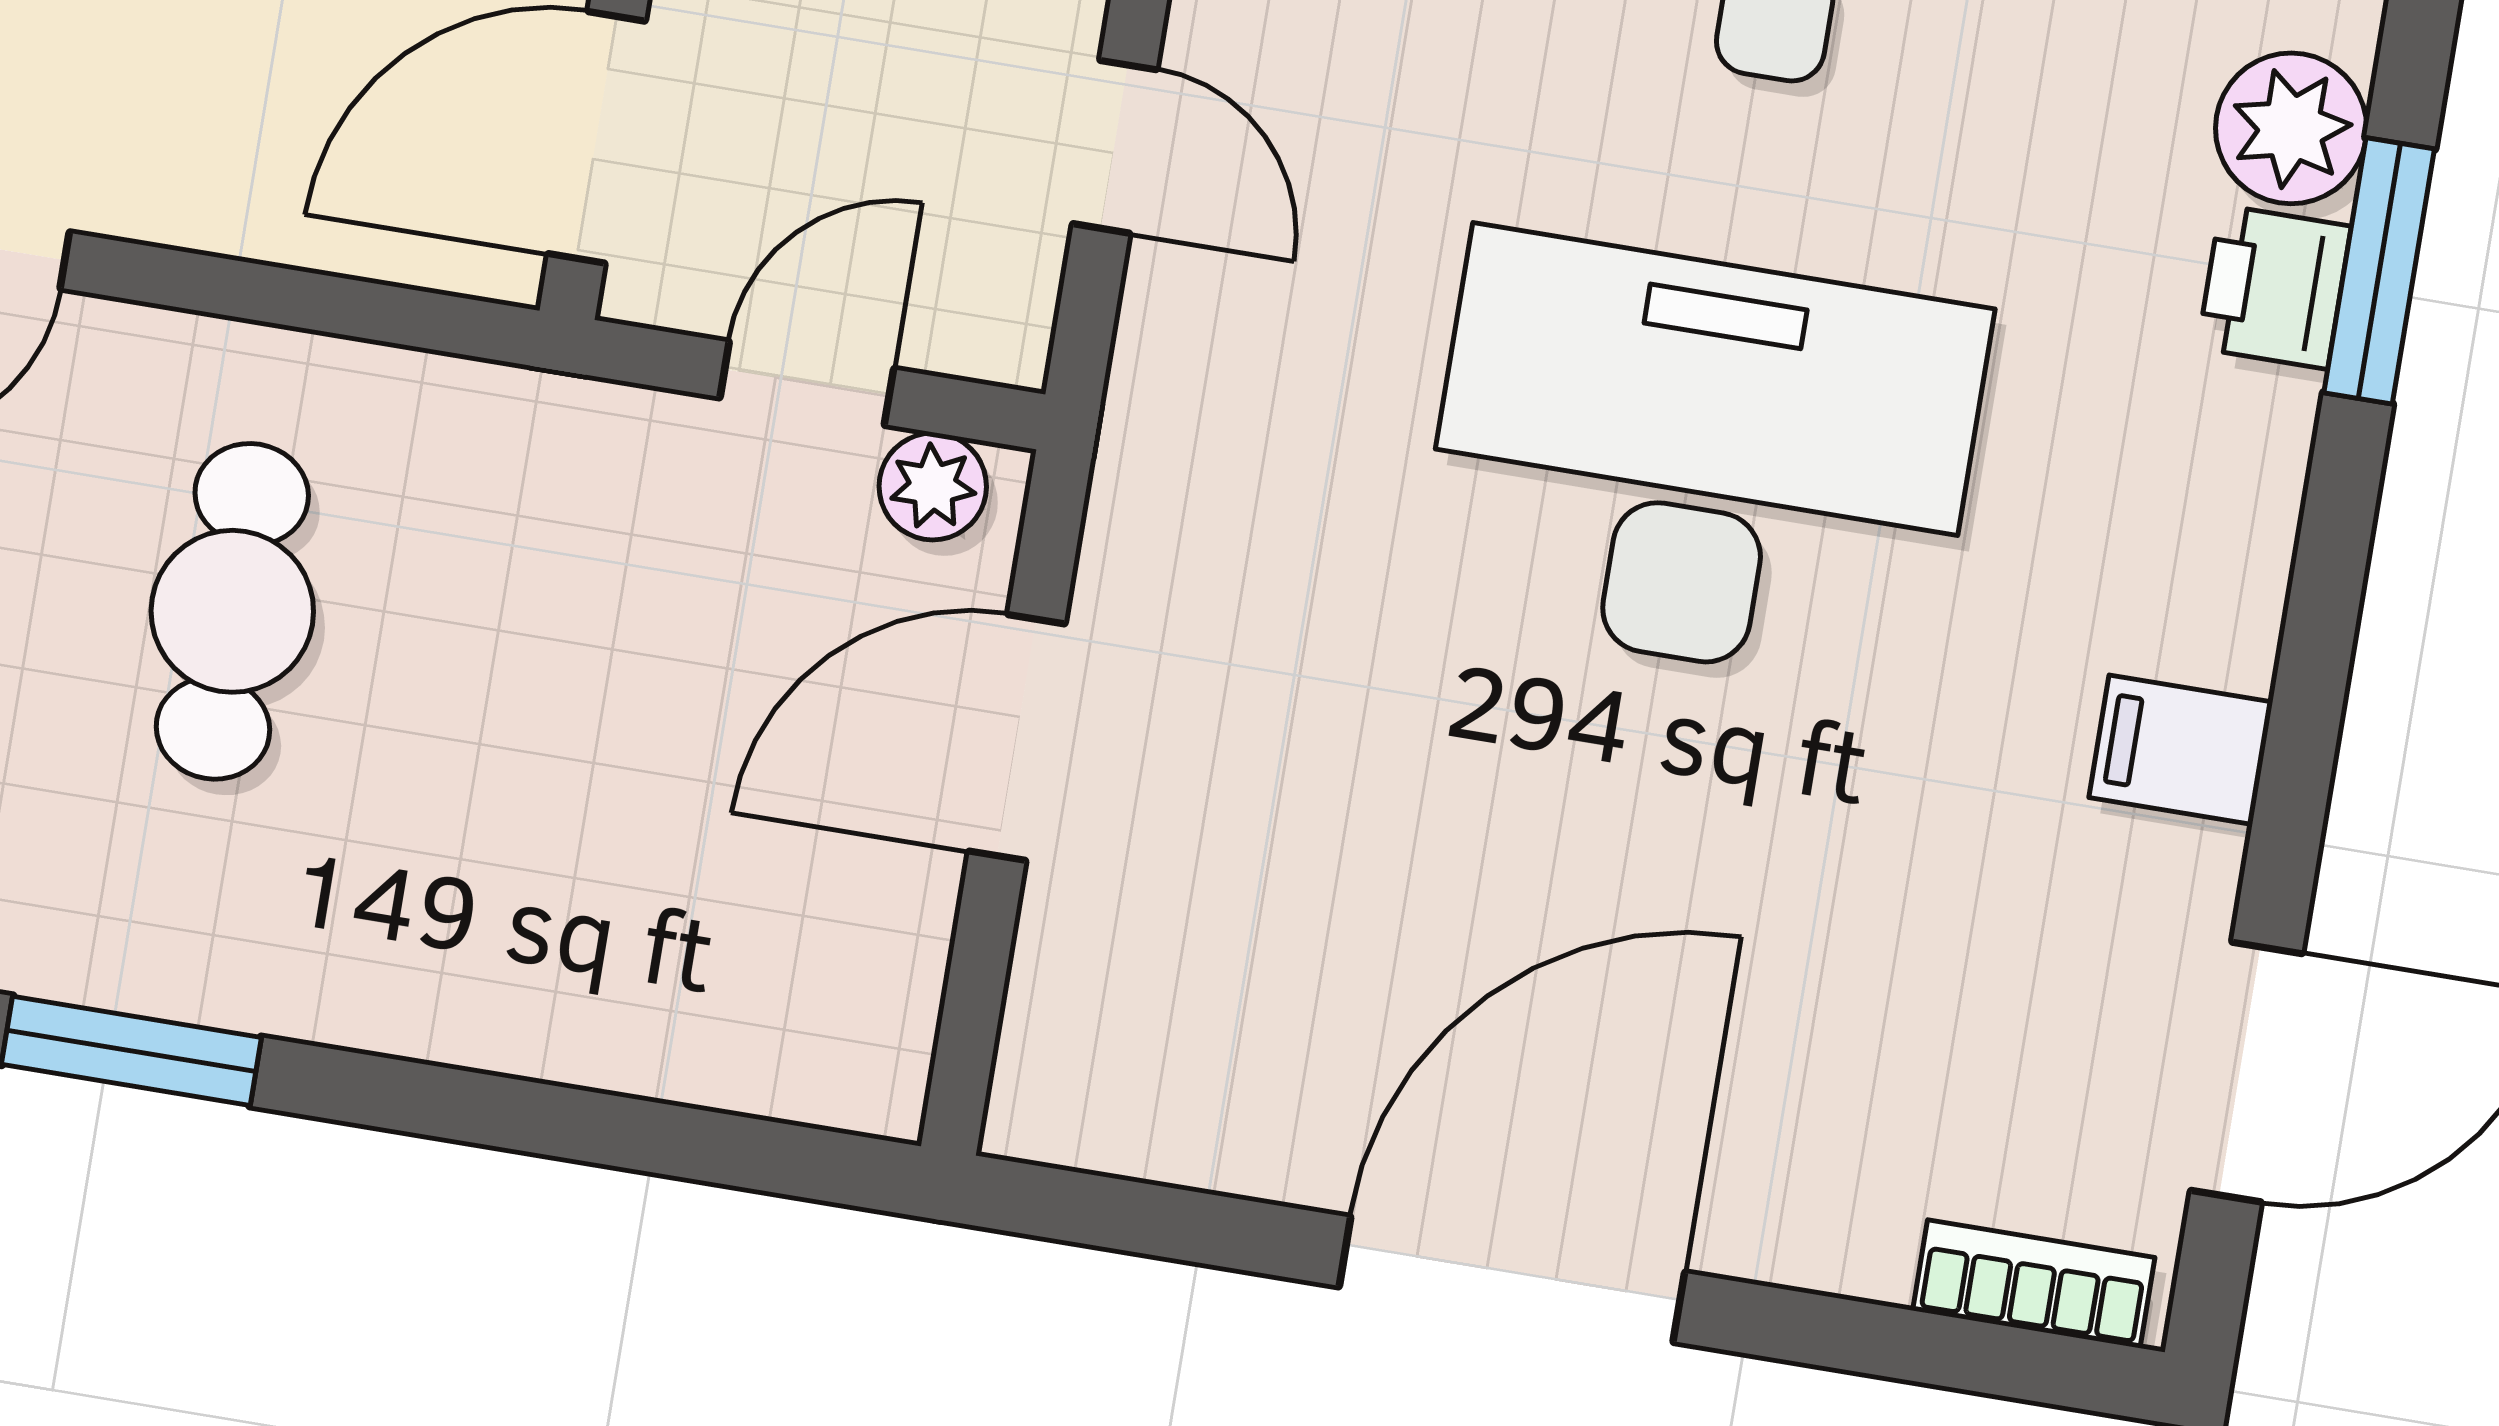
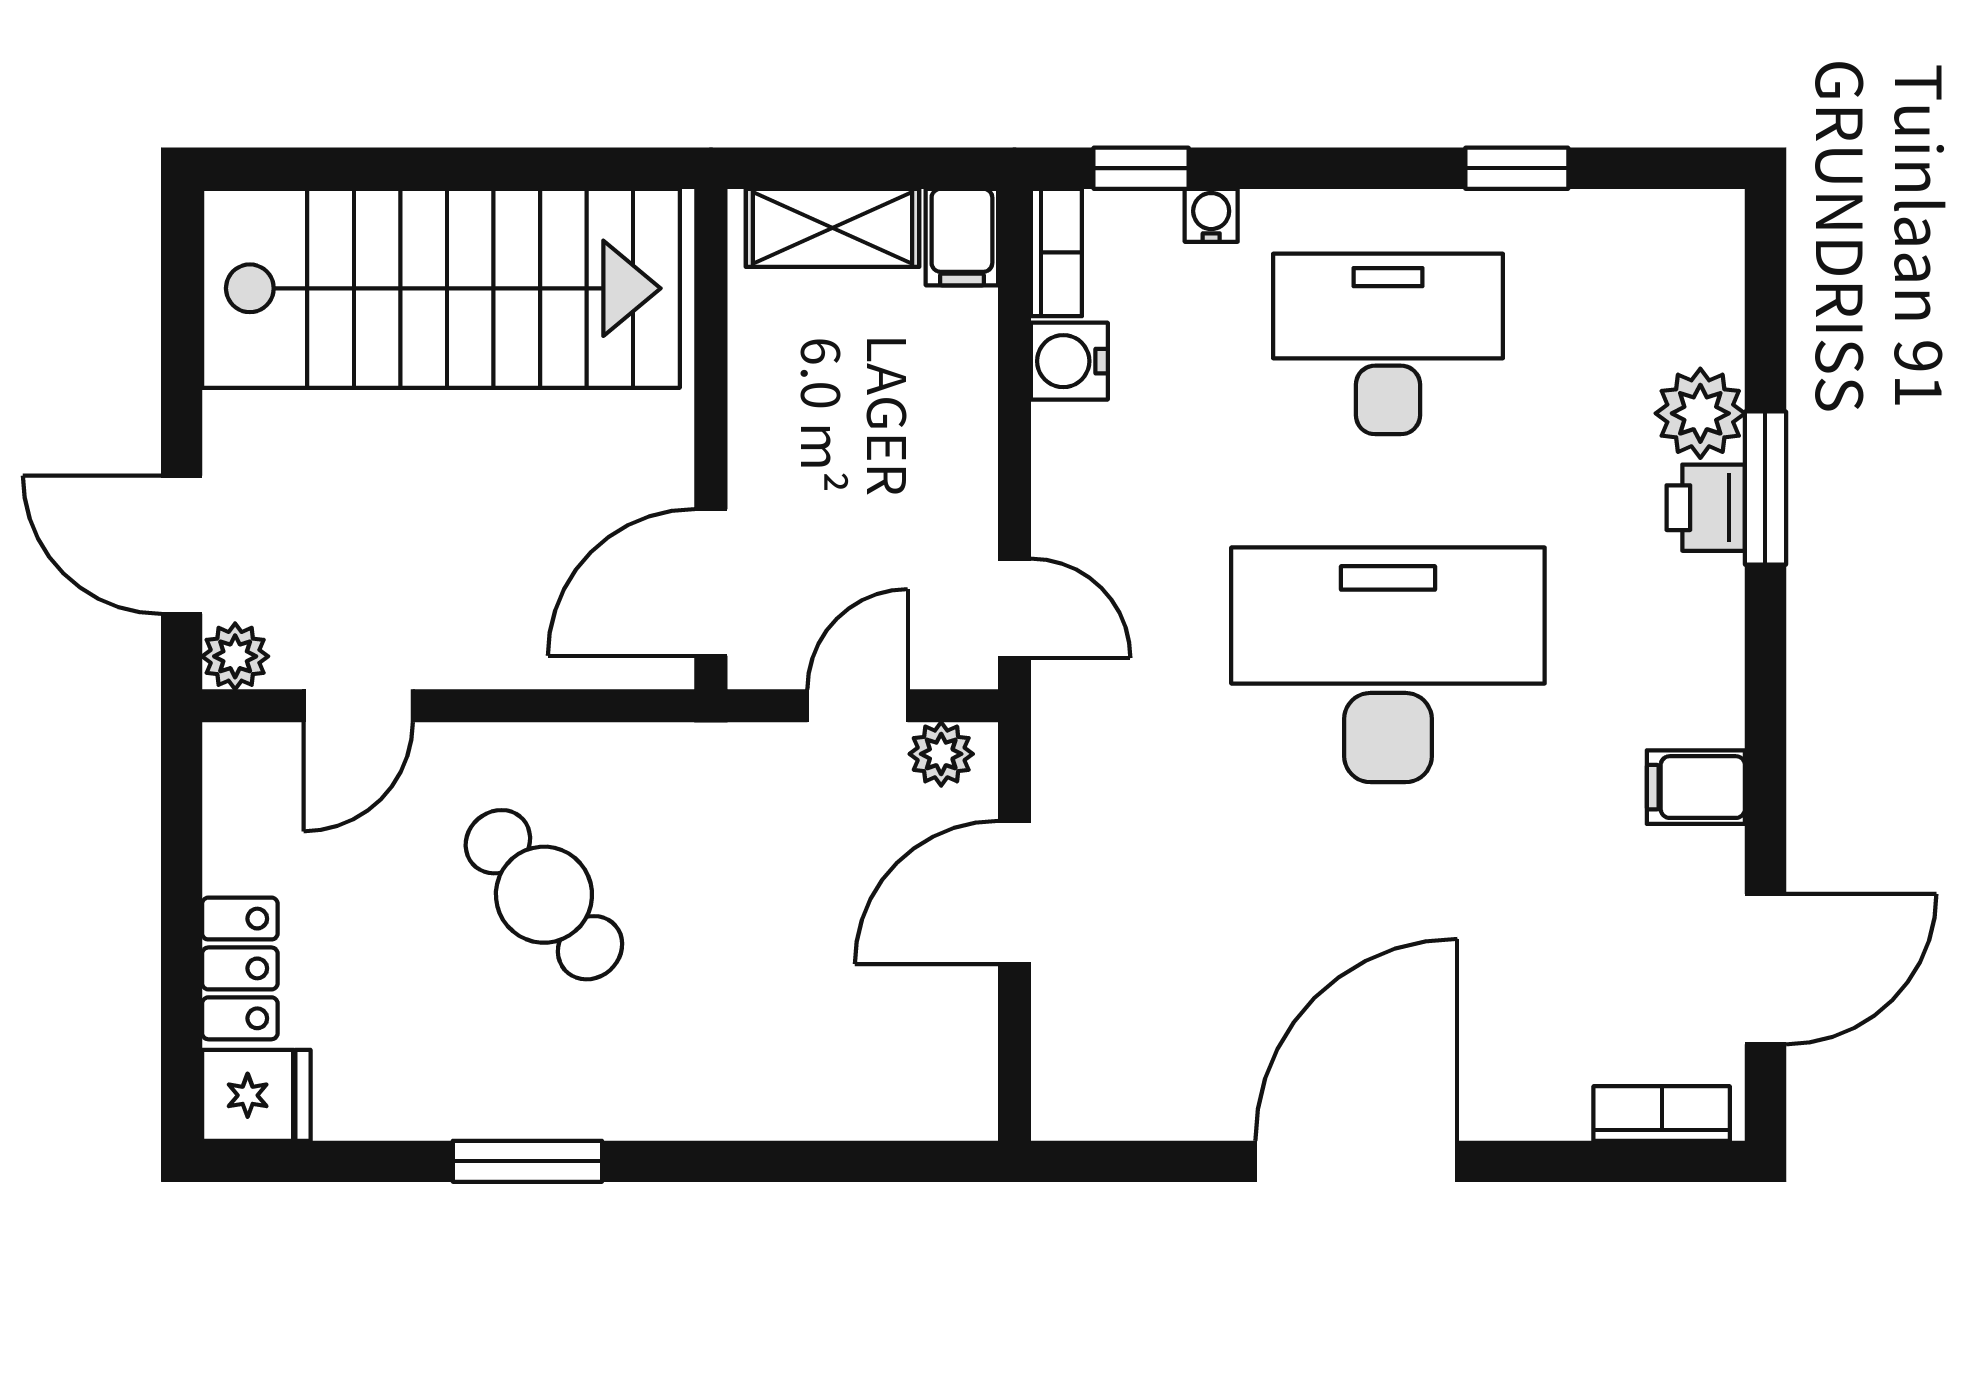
door: (1115, 147) -> (1015, 608), moved
cafe table: (232, 611) -> (544, 895), turned -41

